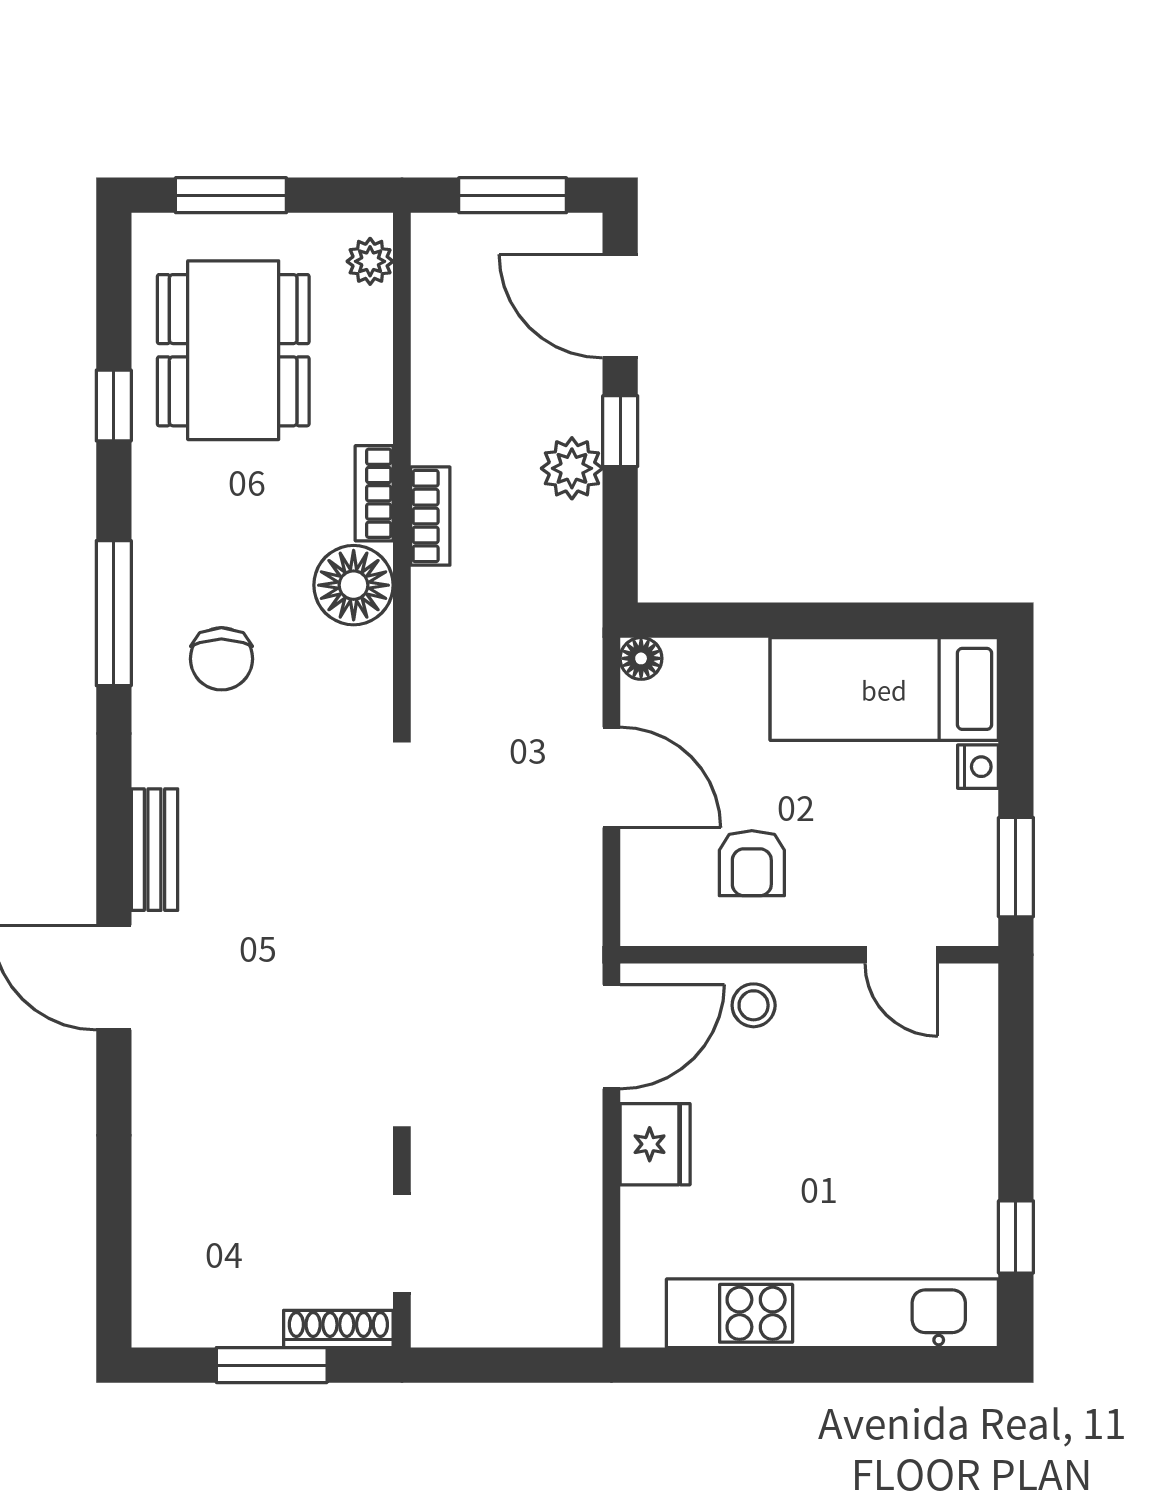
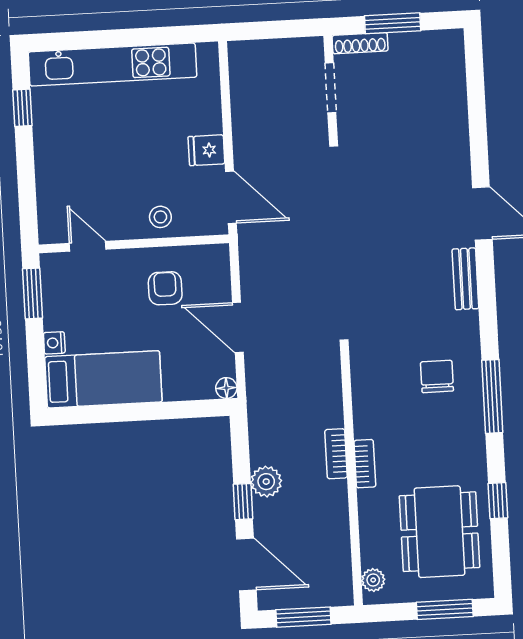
floor lamp: (354, 585) -> (373, 417), removed
door: (611, 1037) -> (231, 197), swing flipped
fridge: (655, 1144) -> (206, 150), width x0.72

